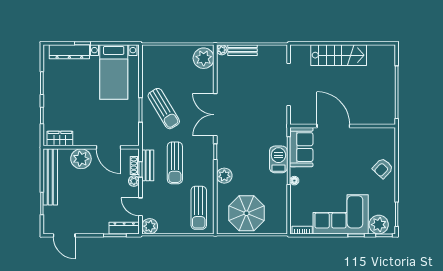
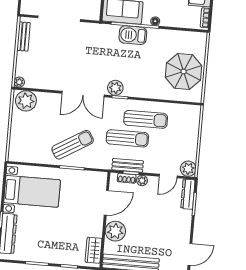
bench: (243, 50) -> (23, 37), moved
plant: (224, 176) -> (115, 88), moved
sun lounger: (199, 208) -> (146, 119), moved

